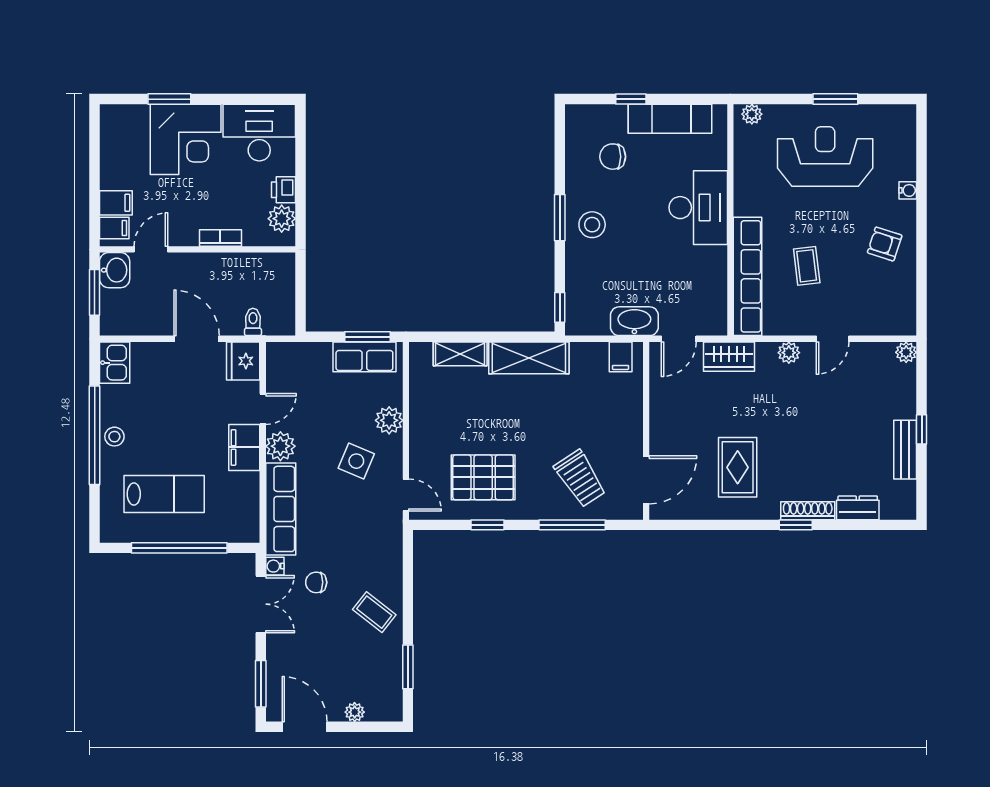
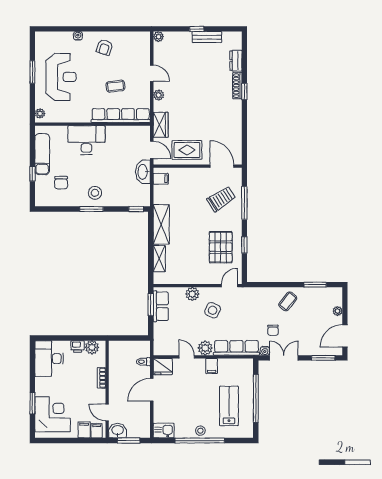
corner desk: (186, 139) -> (53, 414), moved
reception desk: (825, 156) -> (61, 77), turned 180
filing cabinet: (244, 447) -> (212, 366), width x0.50
rug: (738, 467) -> (187, 150), moved

